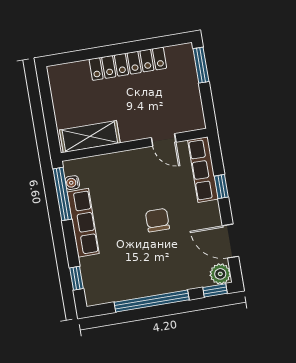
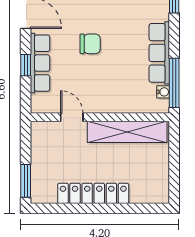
shelving: (90, 136) -> (127, 132), width x1.47
row of seats: (203, 170) -> (40, 63), moved
chair: (157, 220) -> (90, 44), turned -90

